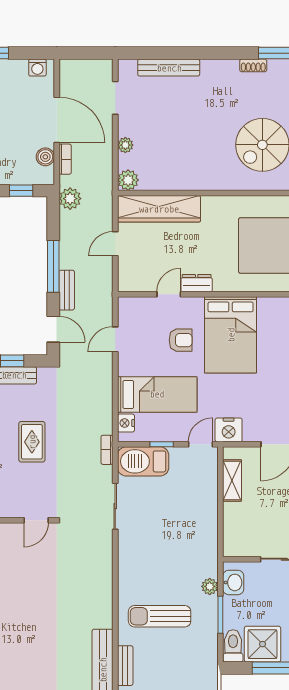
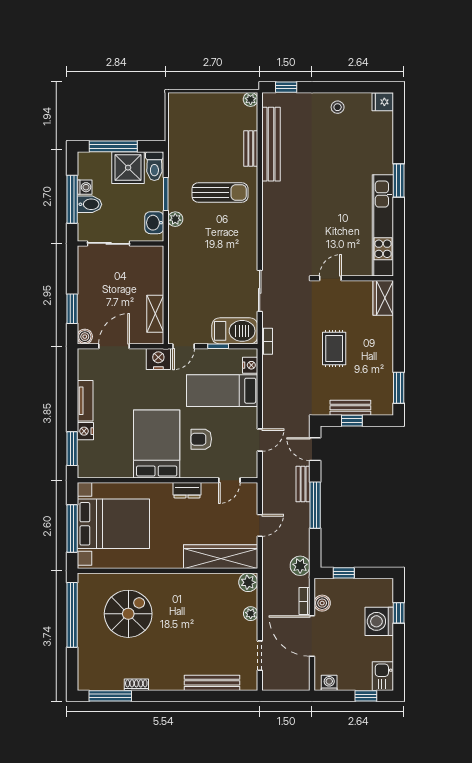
door: (169, 294) -> (229, 480), moved

